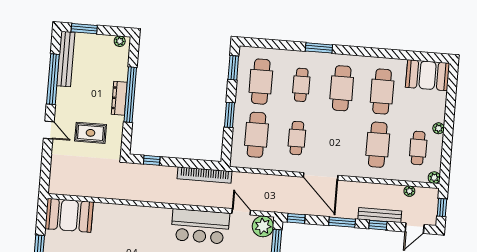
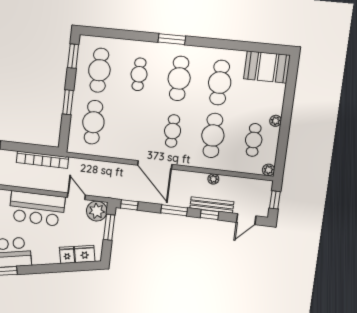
window: (319, 48) -> (172, 39), moved
cafe table: (297, 138) -> (173, 131), moved
plant: (409, 191) -> (213, 179), moved

